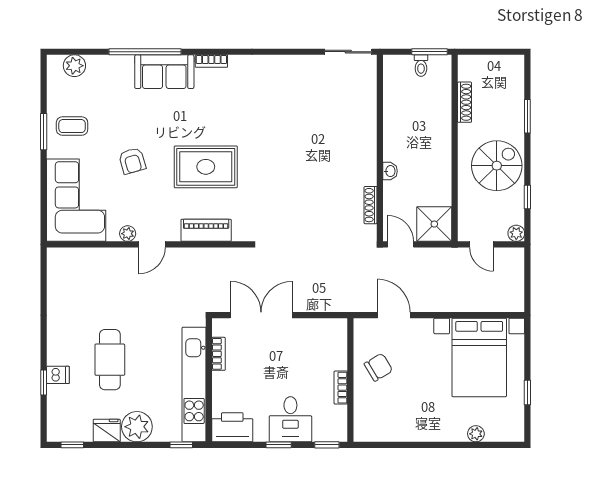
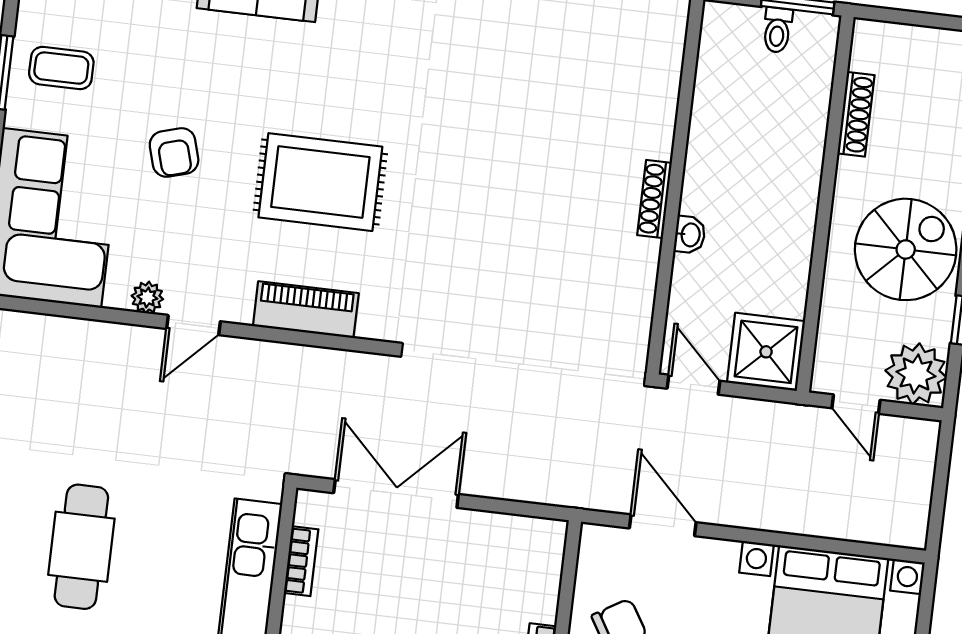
shoe rack: (371, 205) -> (654, 199), moved
plant: (516, 233) -> (916, 374), width x1.88, depth x1.88

